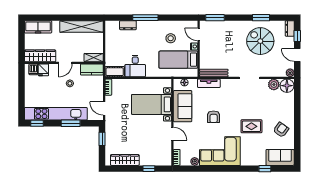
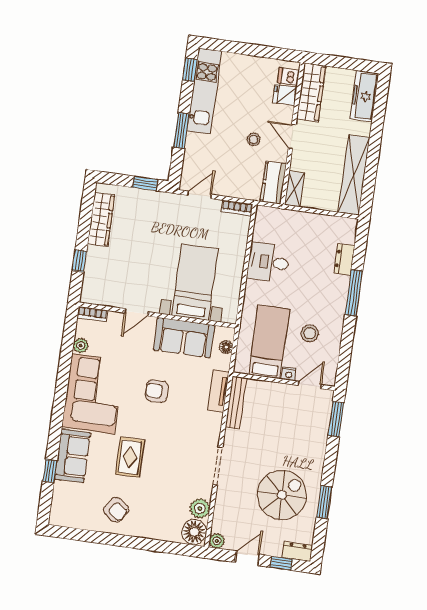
cot: (115, 72) -> (263, 224), removed
kitchen unit: (56, 114) -> (204, 91), width x0.73
sofa: (280, 157) -> (73, 456), moved

